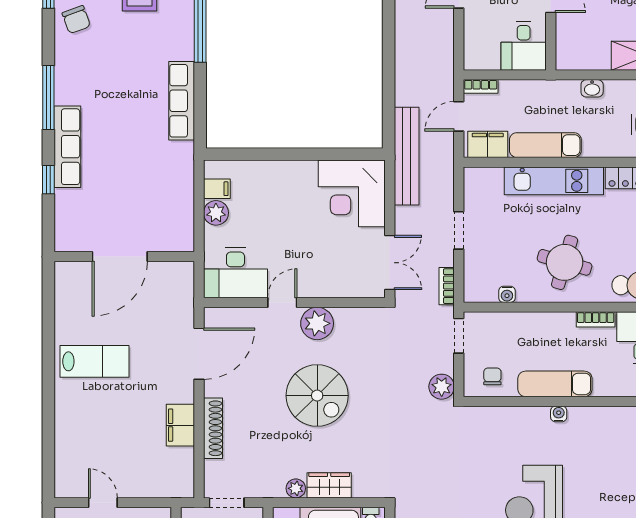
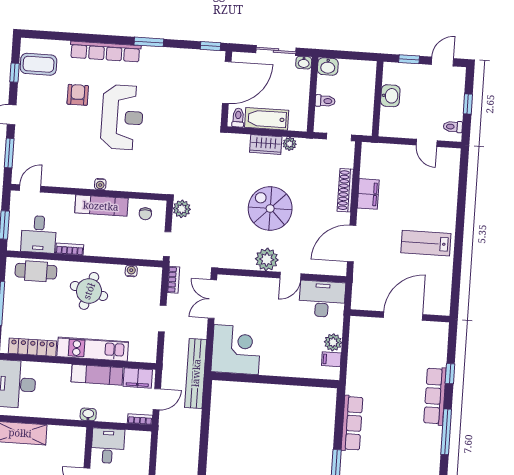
washbasin: (592, 88) -> (88, 414), moved

